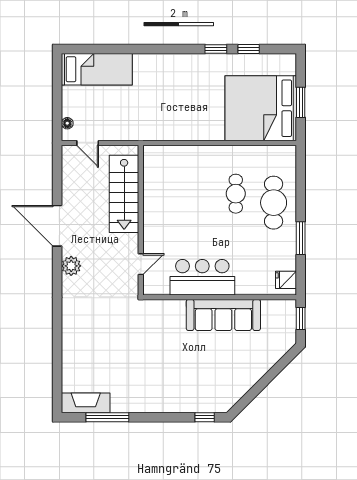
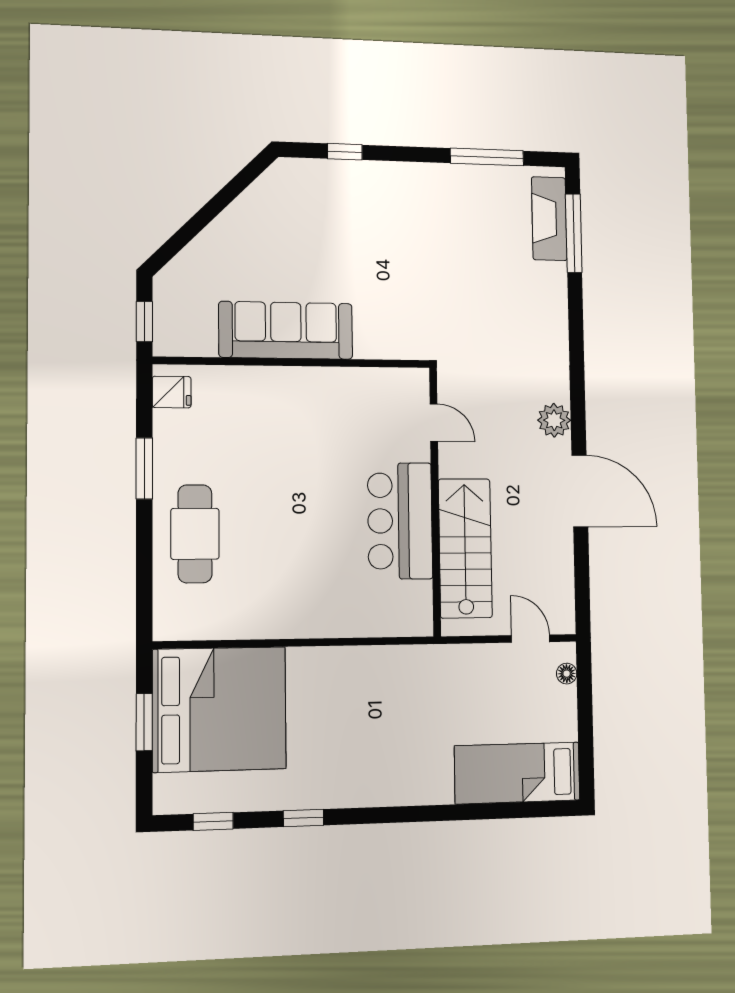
window: (249, 49) -> (213, 821), moved
cafe table: (236, 194) -> (265, 550), removed
door: (141, 264) -> (434, 423), swing flipped
bar counter: (202, 277) -> (400, 521), moved, turned 90
window: (57, 374) -> (574, 233), added
fireplace: (86, 403) -> (549, 219), moved, turned 90
window: (205, 417) -> (345, 152), moved

